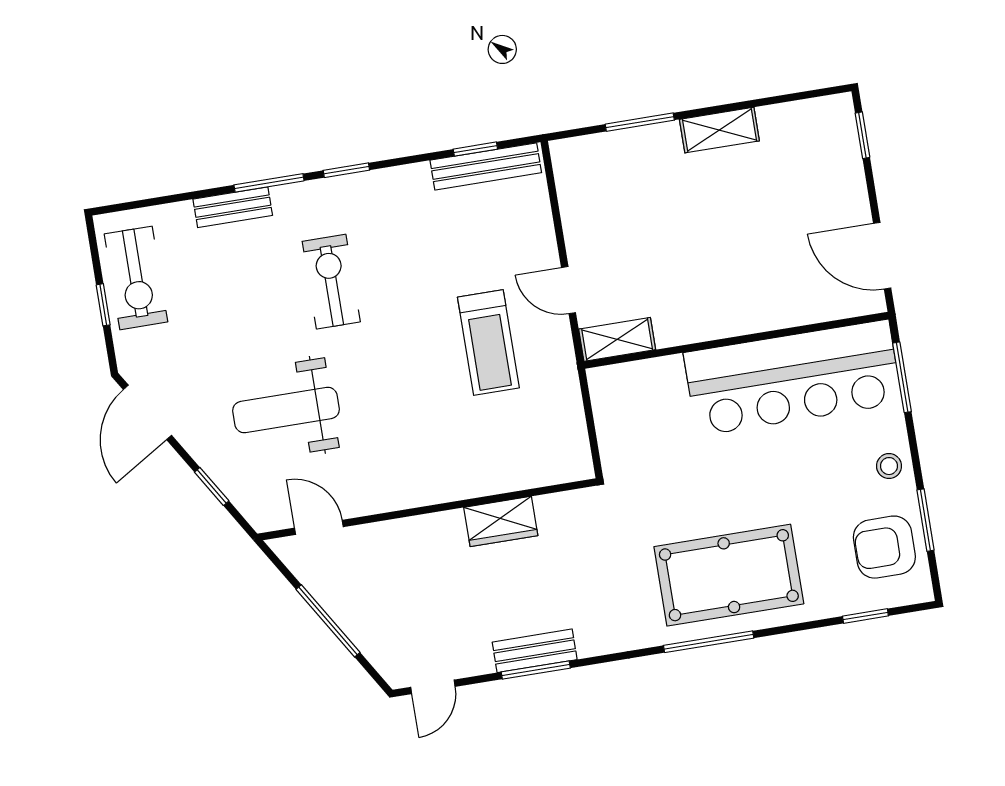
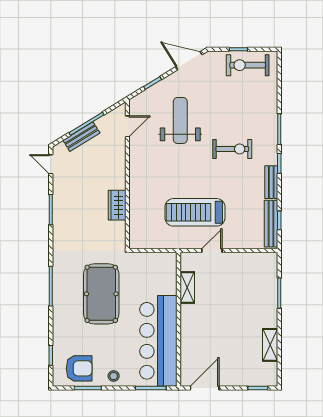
shelving: (719, 130) -> (270, 345), moved
bench: (233, 207) -> (271, 182), moved
shelving: (617, 339) -> (187, 288), moved
treadmill: (488, 343) -> (195, 212), width x1.37, depth x1.38
armchair: (884, 547) -> (79, 368), turned 90
pool table: (729, 575) -> (101, 294), moved
bench: (535, 651) -> (81, 137), moved, turned 58

